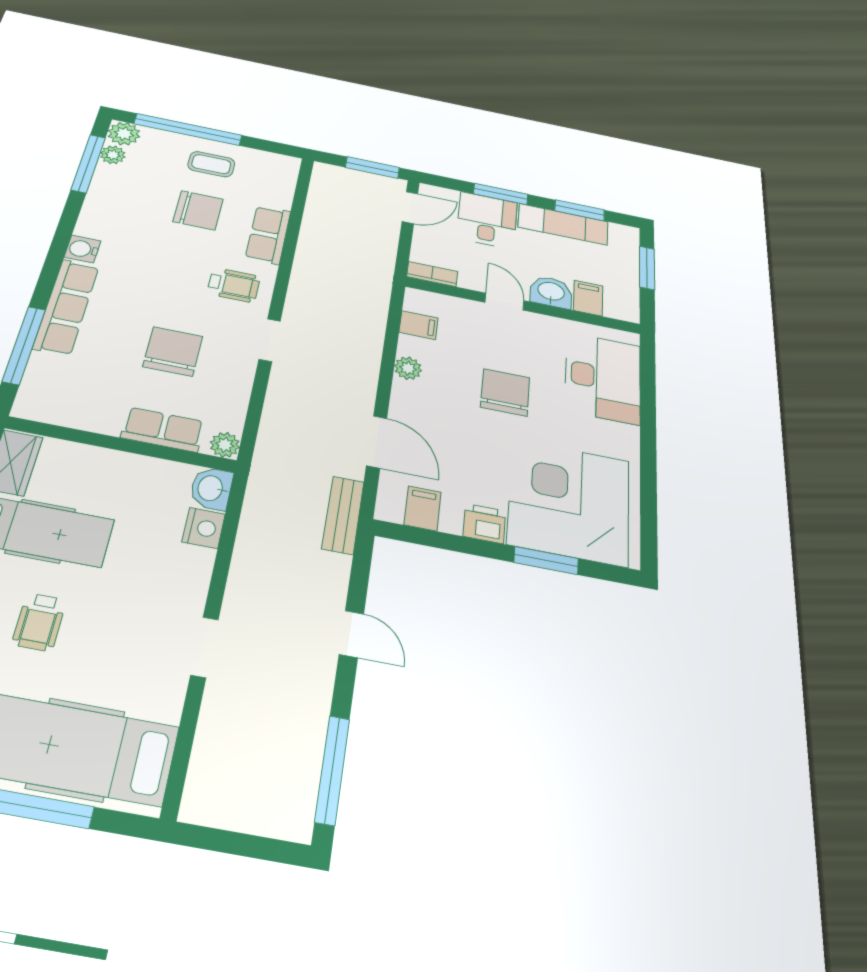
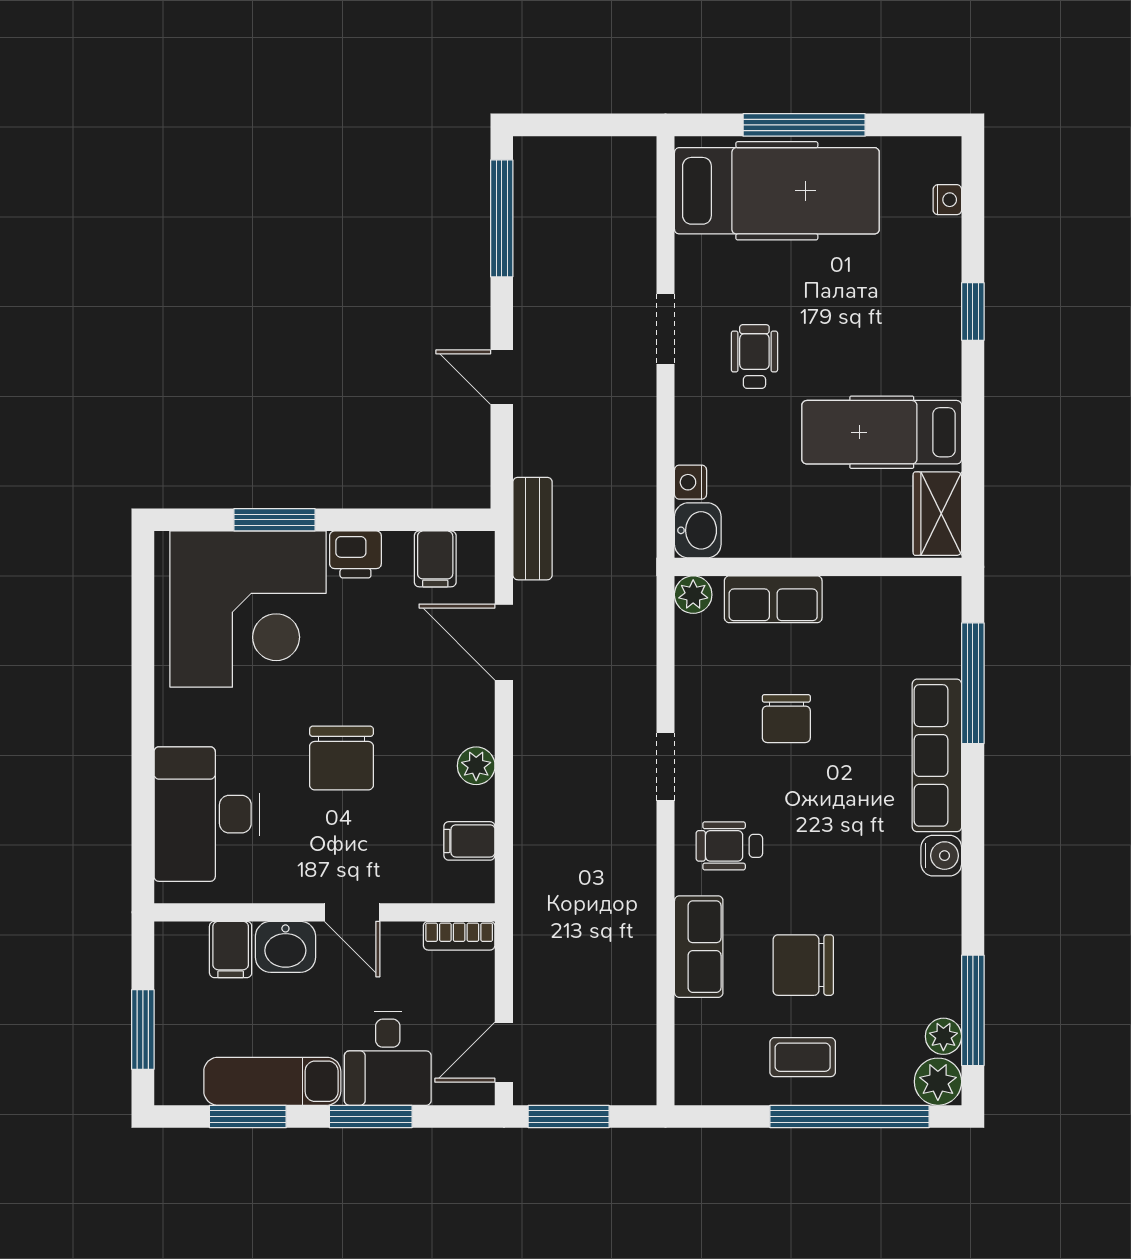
chair: (173, 351) -> (786, 719), width x0.73, depth x0.73
nightstand: (204, 528) -> (691, 482), width x0.72, depth x0.74
wheelchair: (39, 622) -> (754, 357), moved

